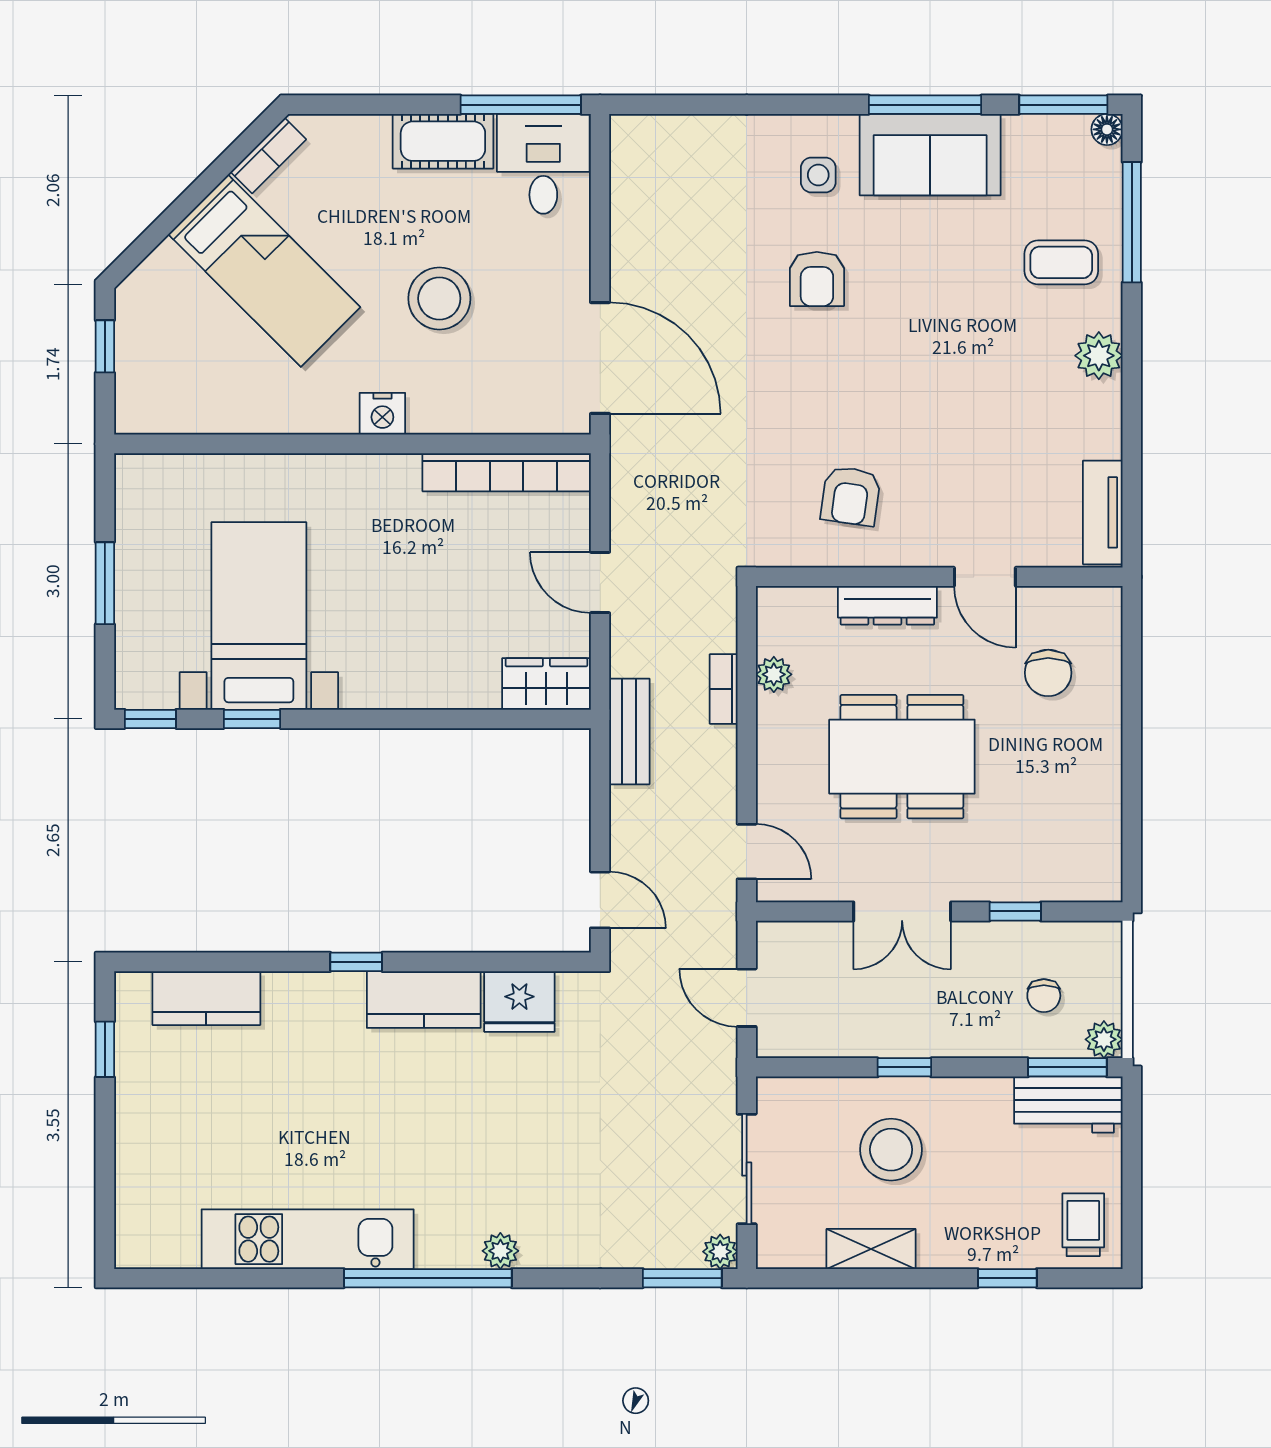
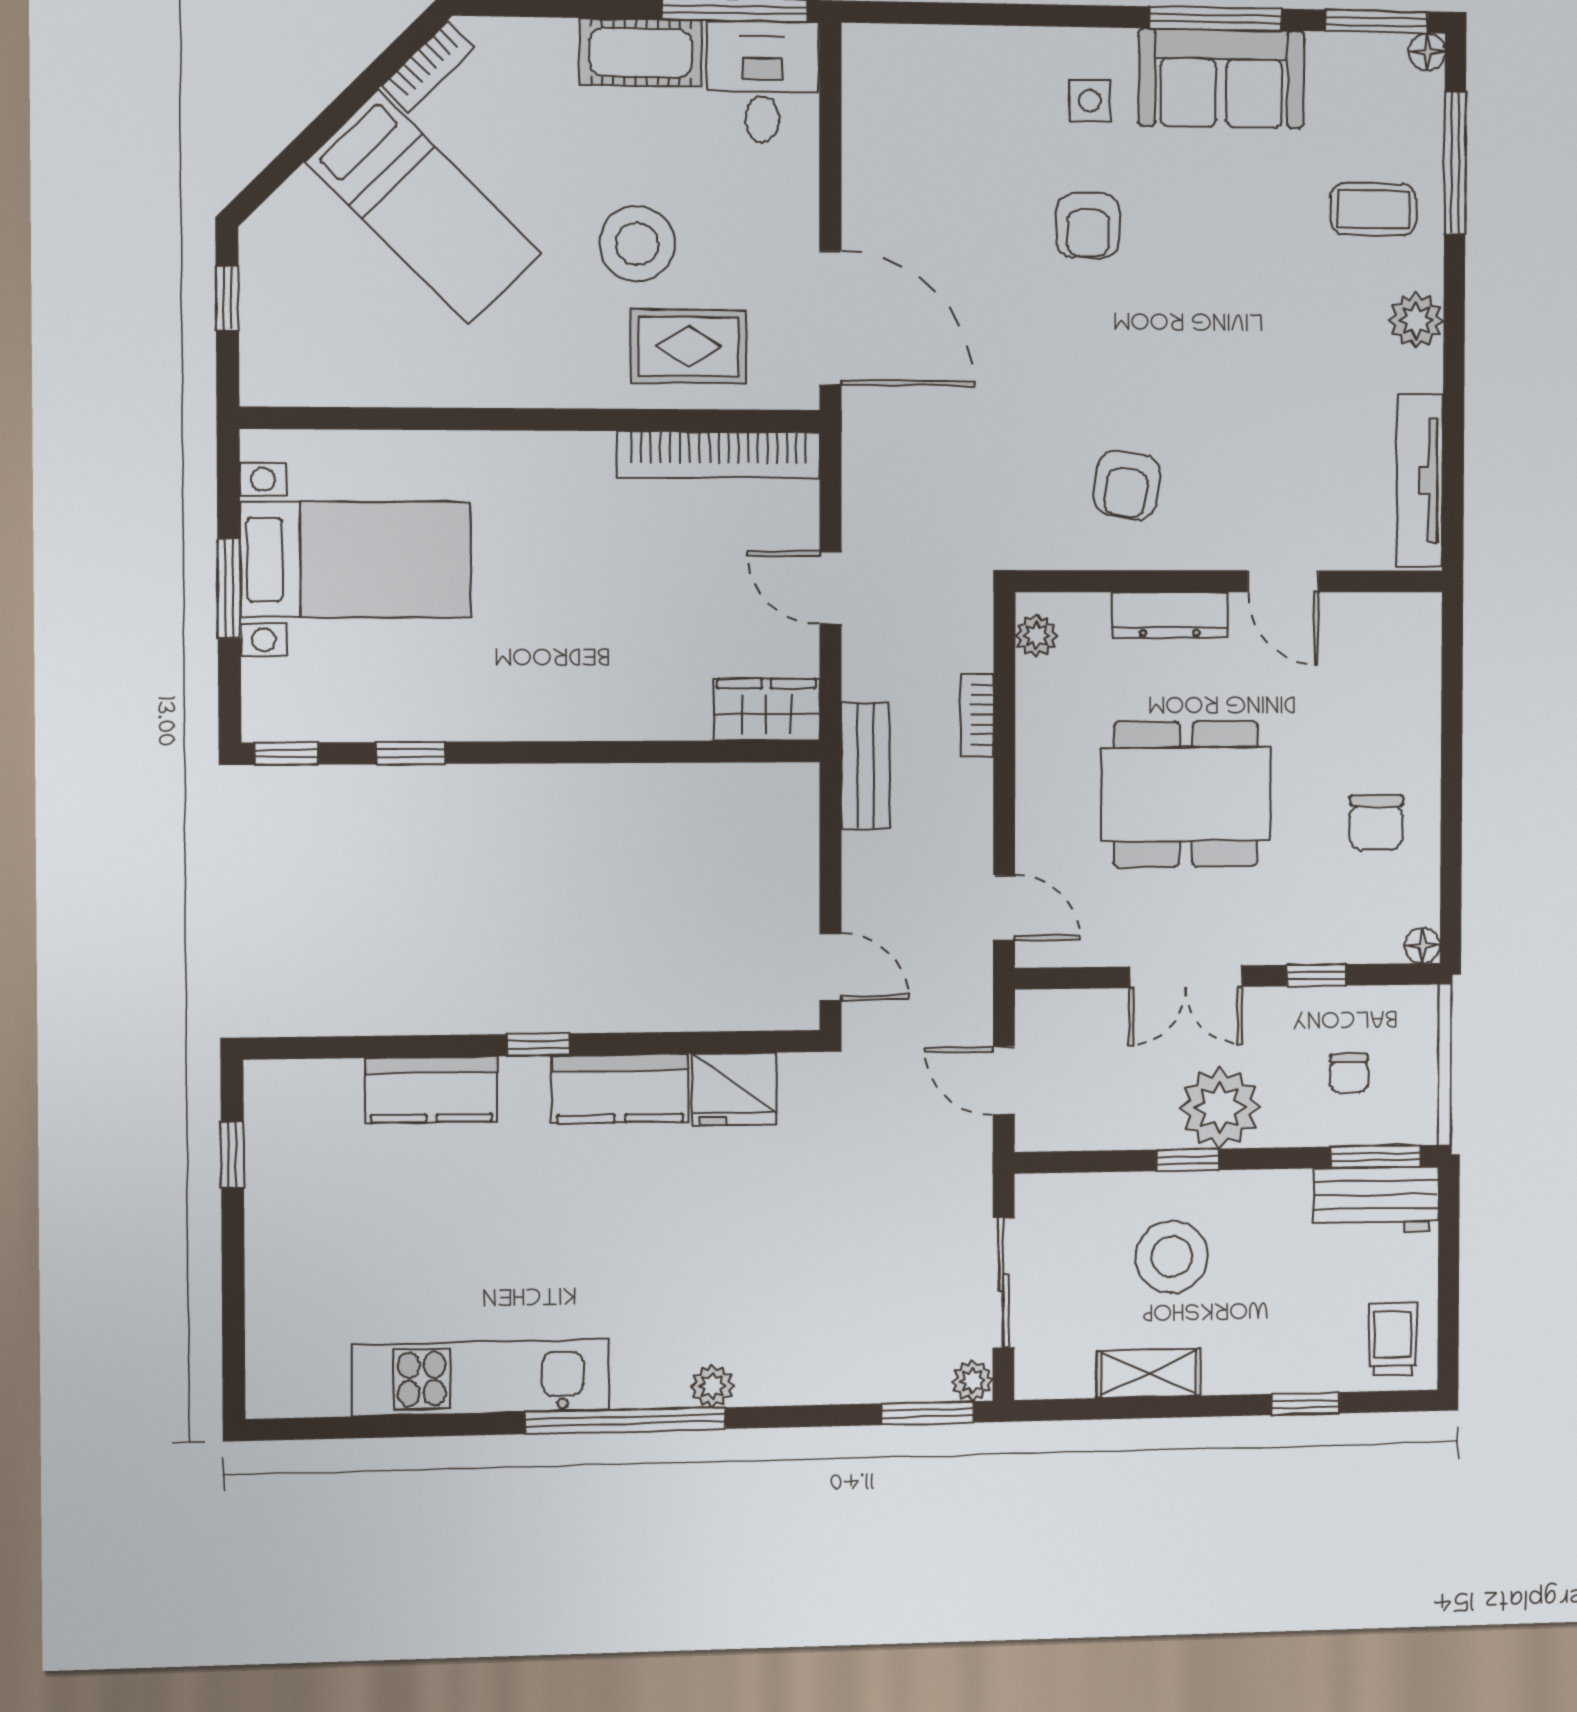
rug: (482, 383) -> (689, 347), added
nightstand: (382, 414) -> (568, 383), removed
tv unit: (1103, 512) -> (1420, 480), width x1.41
bed with nightstands: (259, 616) -> (356, 560), moved, turned 90
chair: (1048, 673) -> (1376, 822), moved
plant: (774, 674) -> (1036, 636), moved
floor lamp: (1107, 887) -> (1423, 945), added
kitchen counter: (206, 998) -> (431, 1090), moved
plant: (1104, 1039) -> (1220, 1107), moved, width x1.88, depth x1.88

